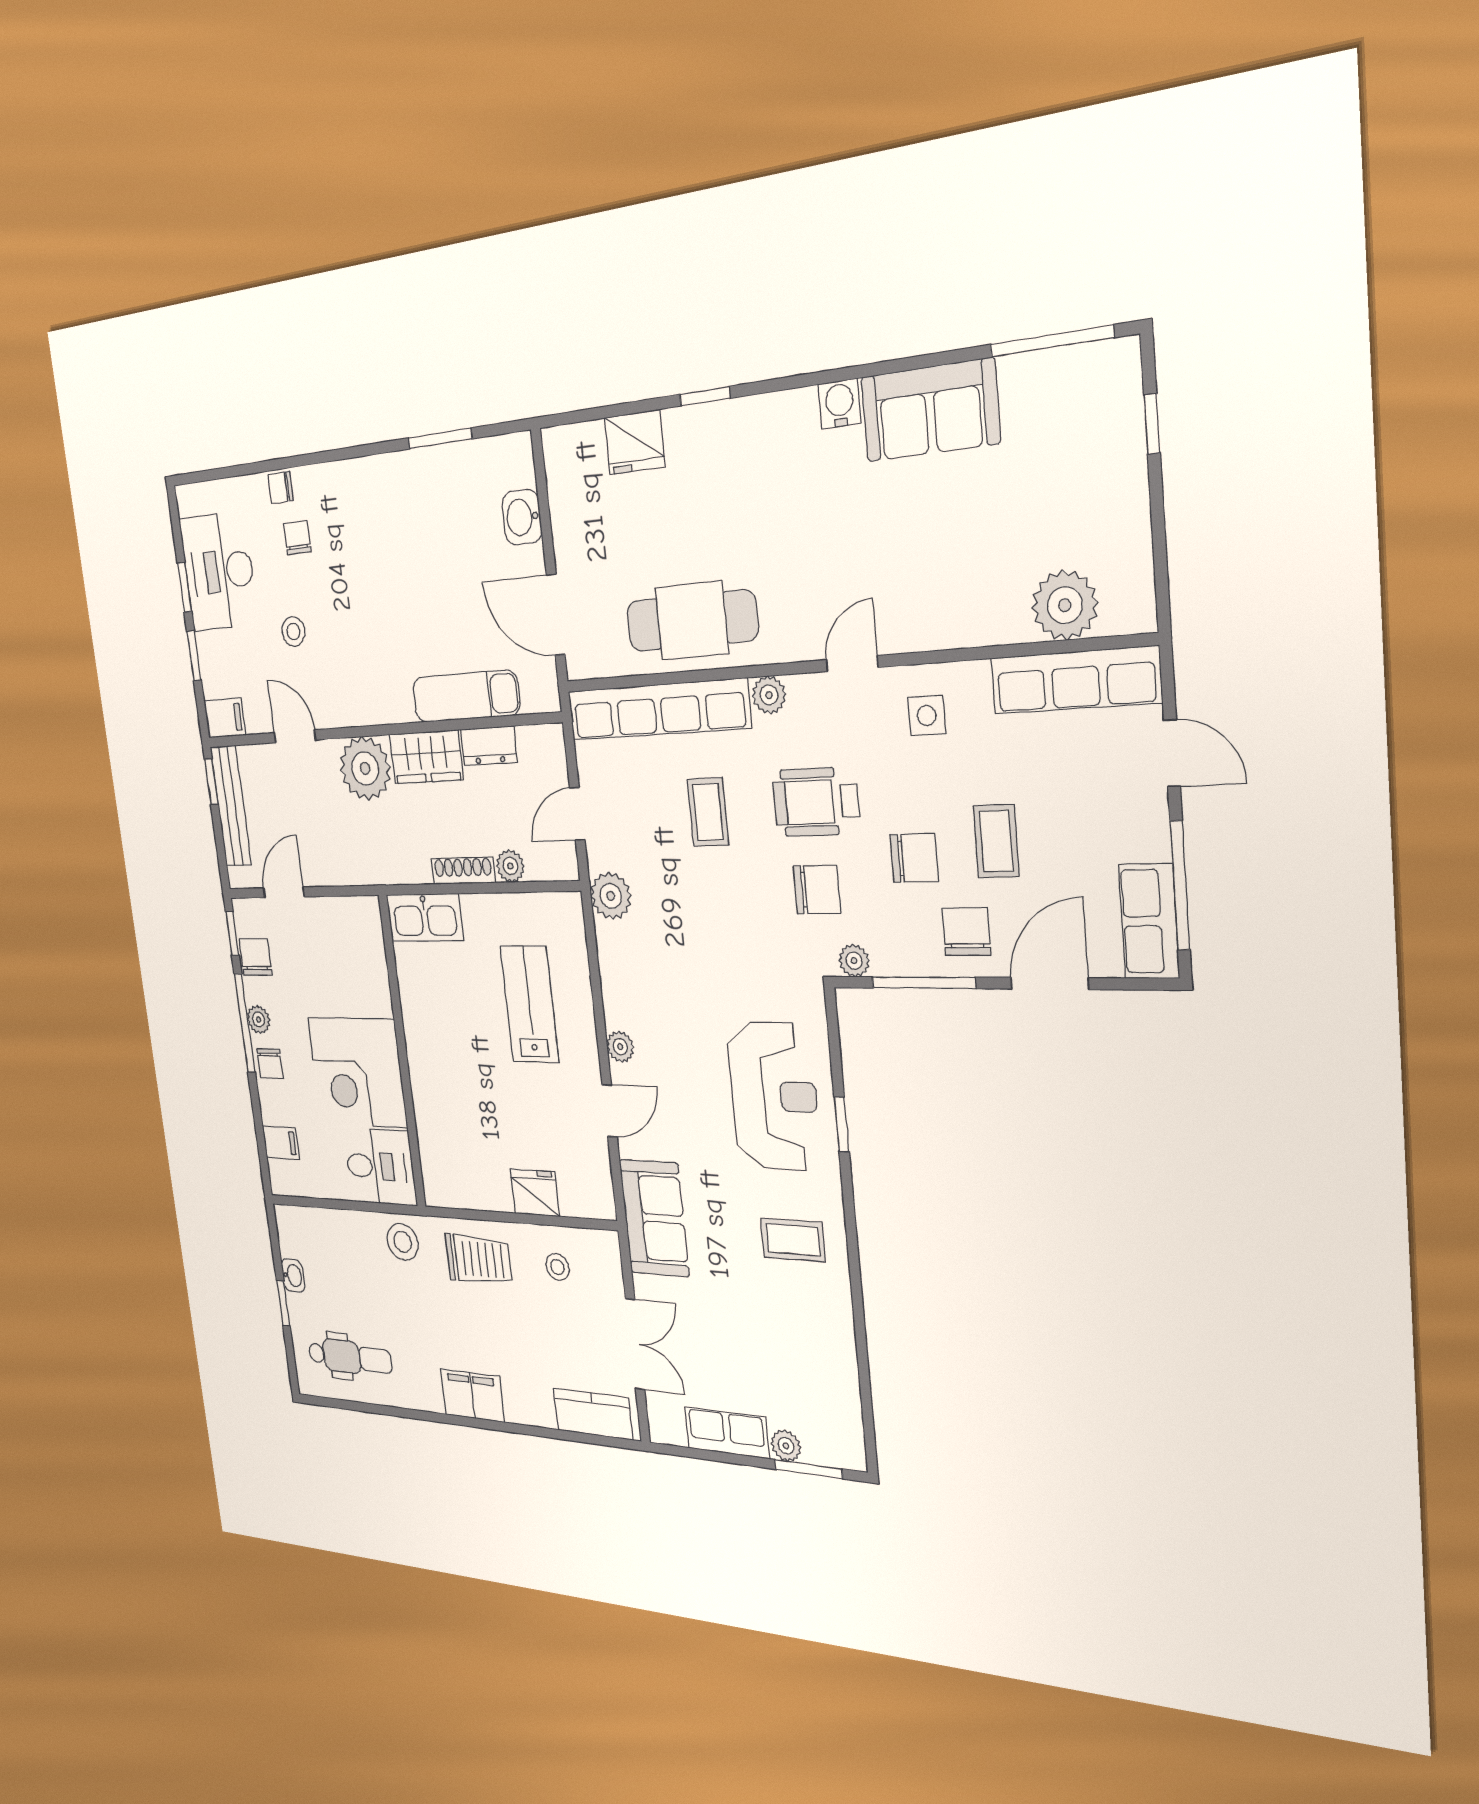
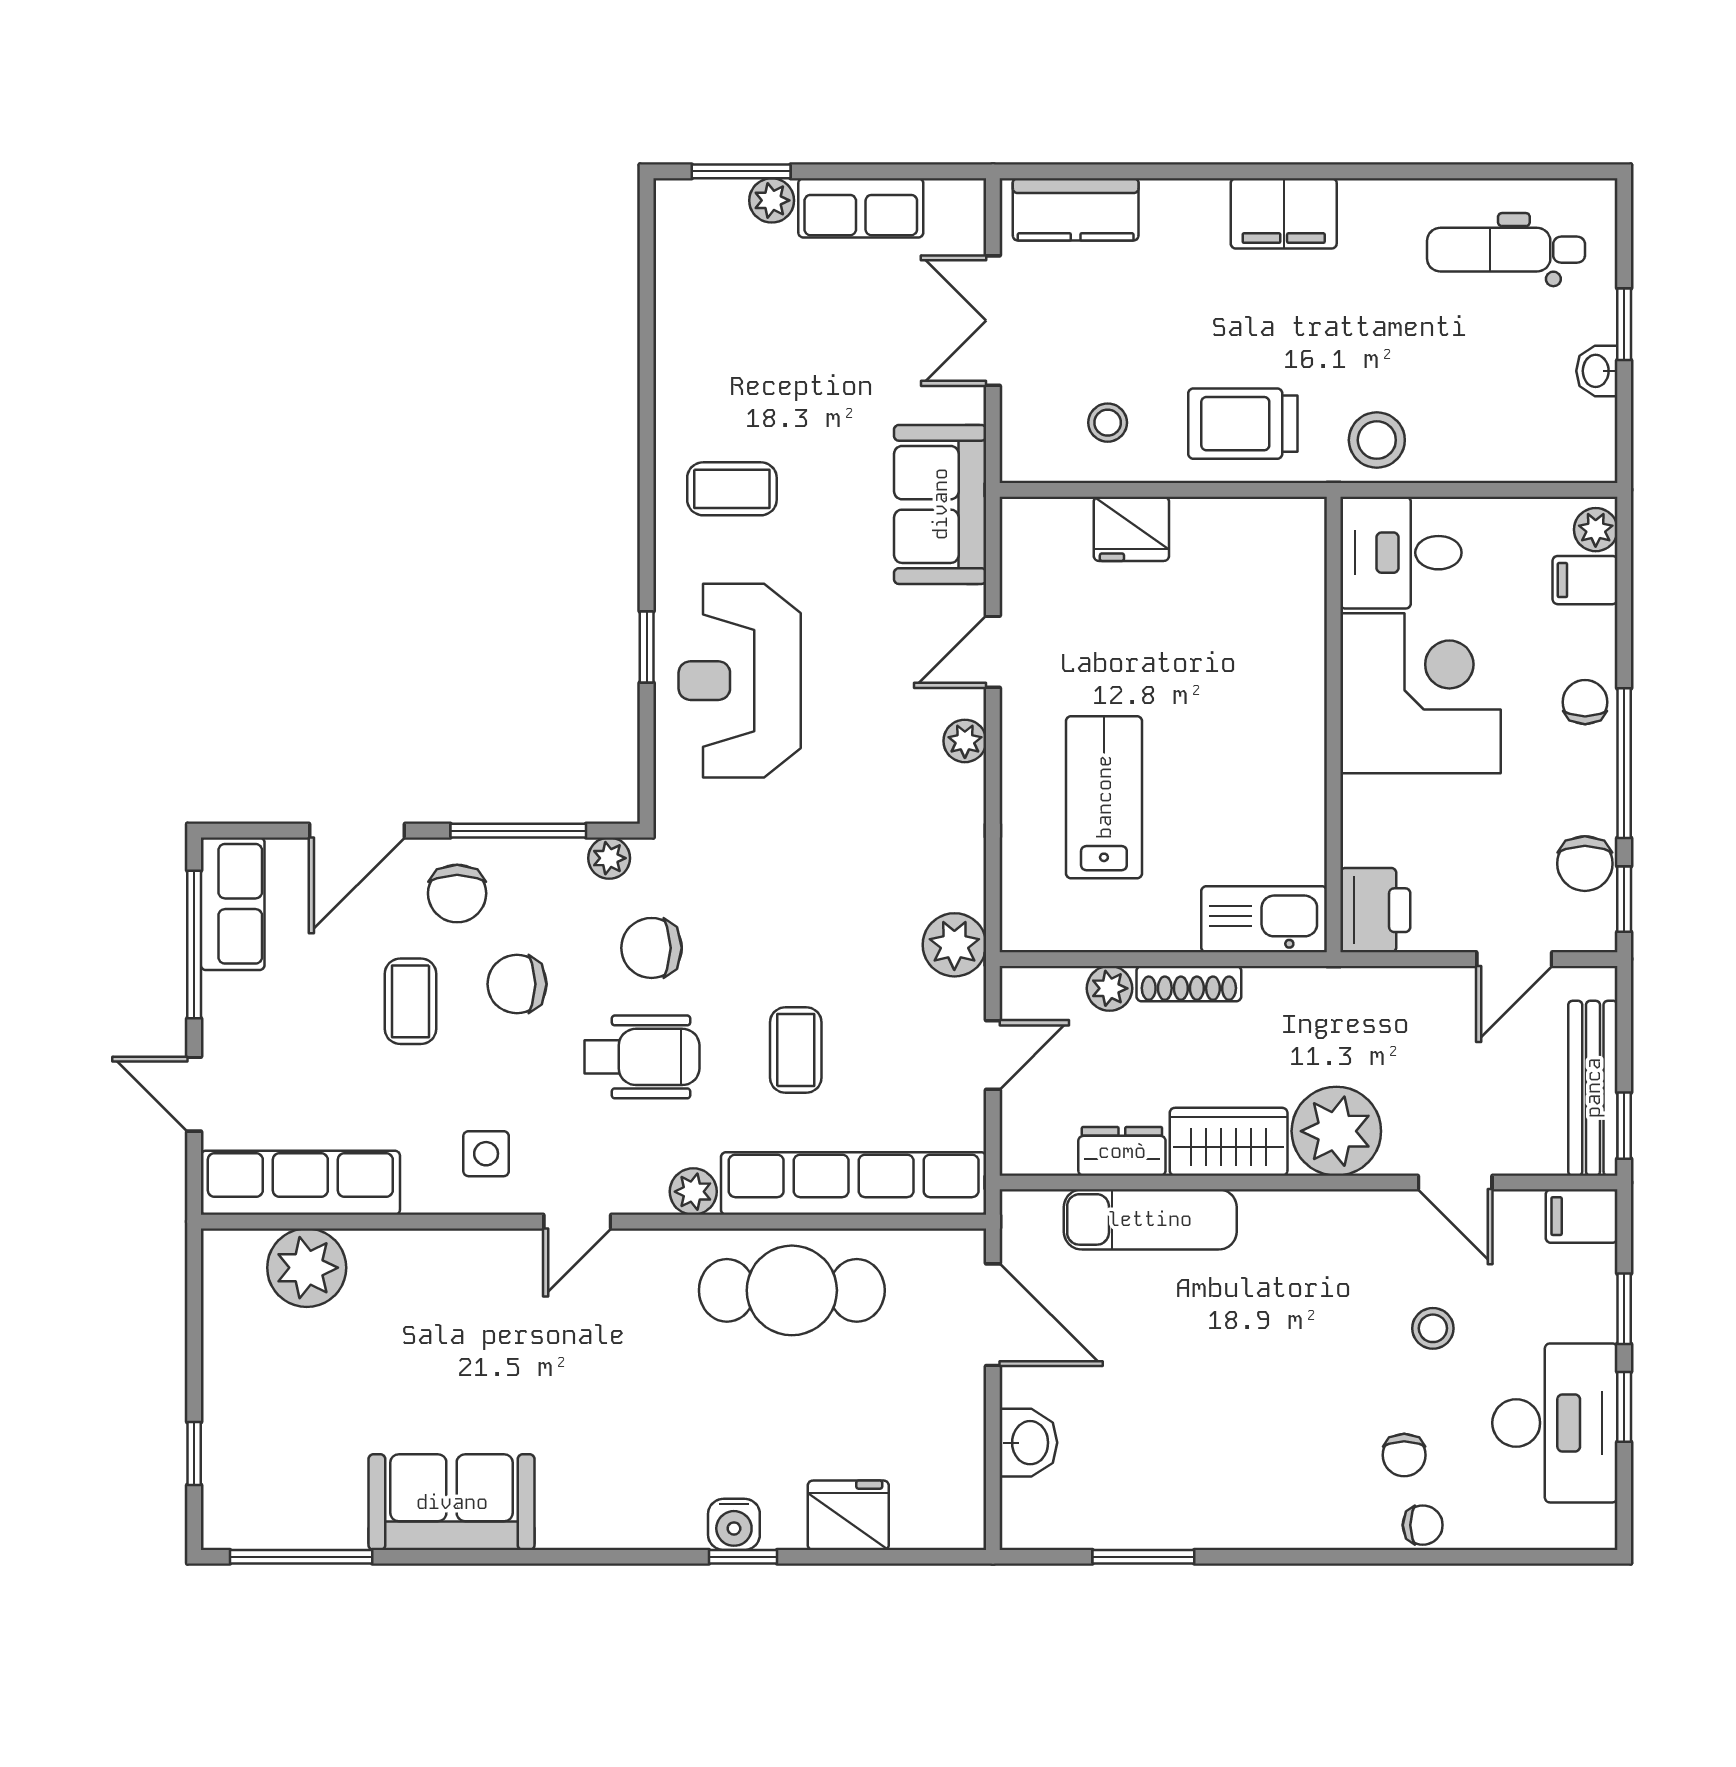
water cooler: (840, 404) -> (734, 1524), moved
printer: (363, 925) -> (1375, 910), added
lab bench: (530, 1004) -> (1104, 797), turned 180
plant: (259, 1019) -> (1596, 530), moved

